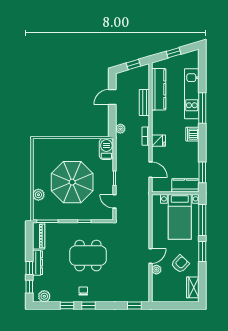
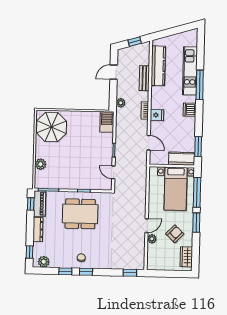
window: (174, 53) -> (173, 31), removed
parasol: (72, 182) -> (51, 127), moved, width x0.73, depth x0.73
dining table: (88, 256) -> (80, 214), moved
window: (29, 268) -> (31, 204), moved

